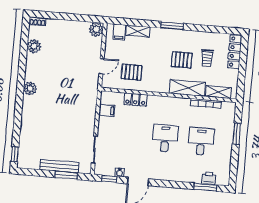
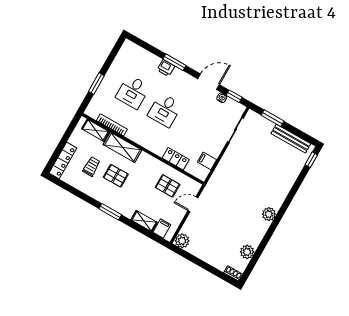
bench: (59, 166) -> (291, 139), moved
printer: (209, 178) -> (166, 68), moved
window: (205, 187) -> (174, 62), moved

